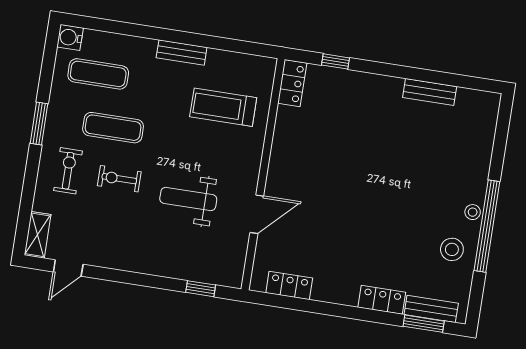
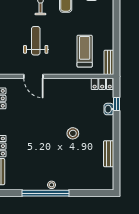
bench: (182, 53) -> (109, 62), moved
washbasin: (343, 78) -> (109, 109), added
stool: (452, 249) -> (73, 133), moved

